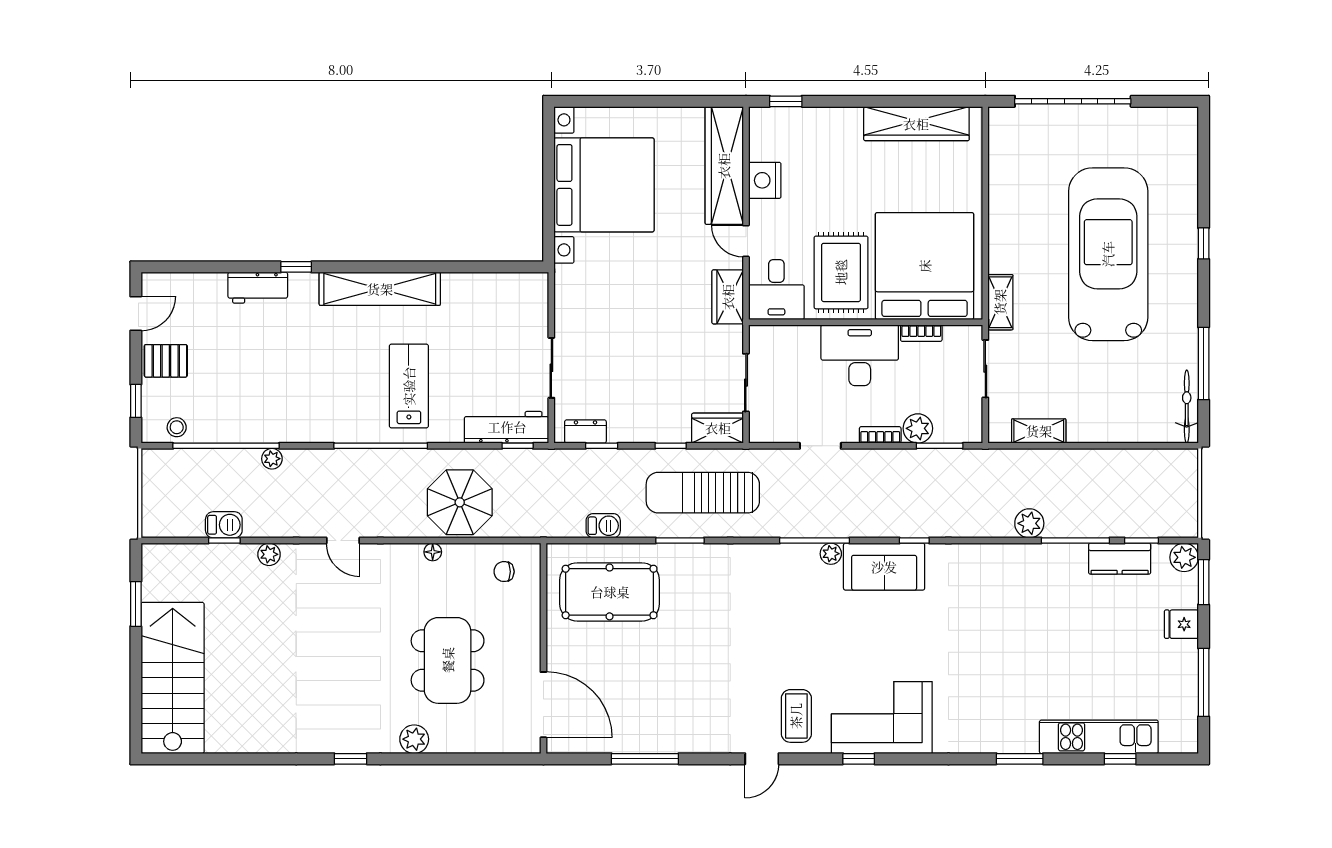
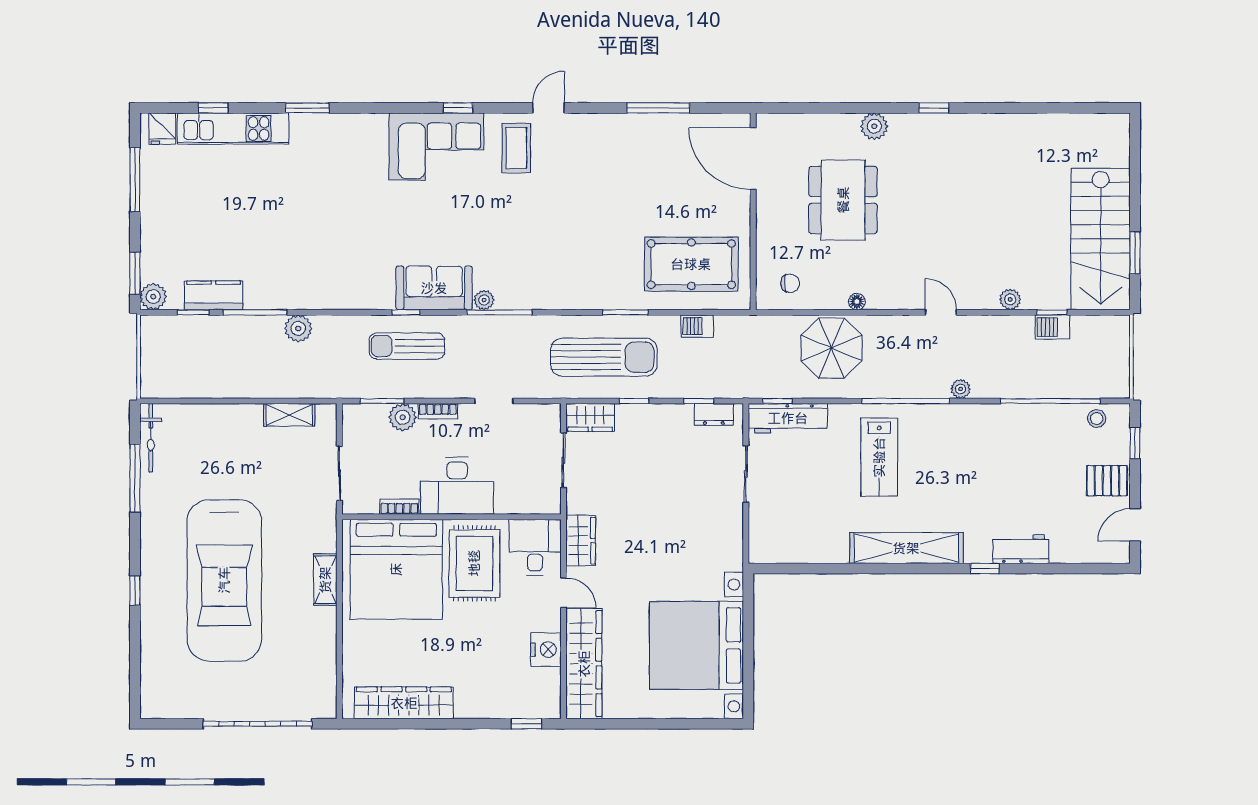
shelving: (1000, 302) -> (325, 580), moved
plant: (272, 459) -> (961, 389), moved
sun lounger: (913, 505) -> (407, 346), added
fridge: (1181, 624) -> (162, 129), moved, turned 90
stairs: (173, 678) -> (1101, 239), moved

